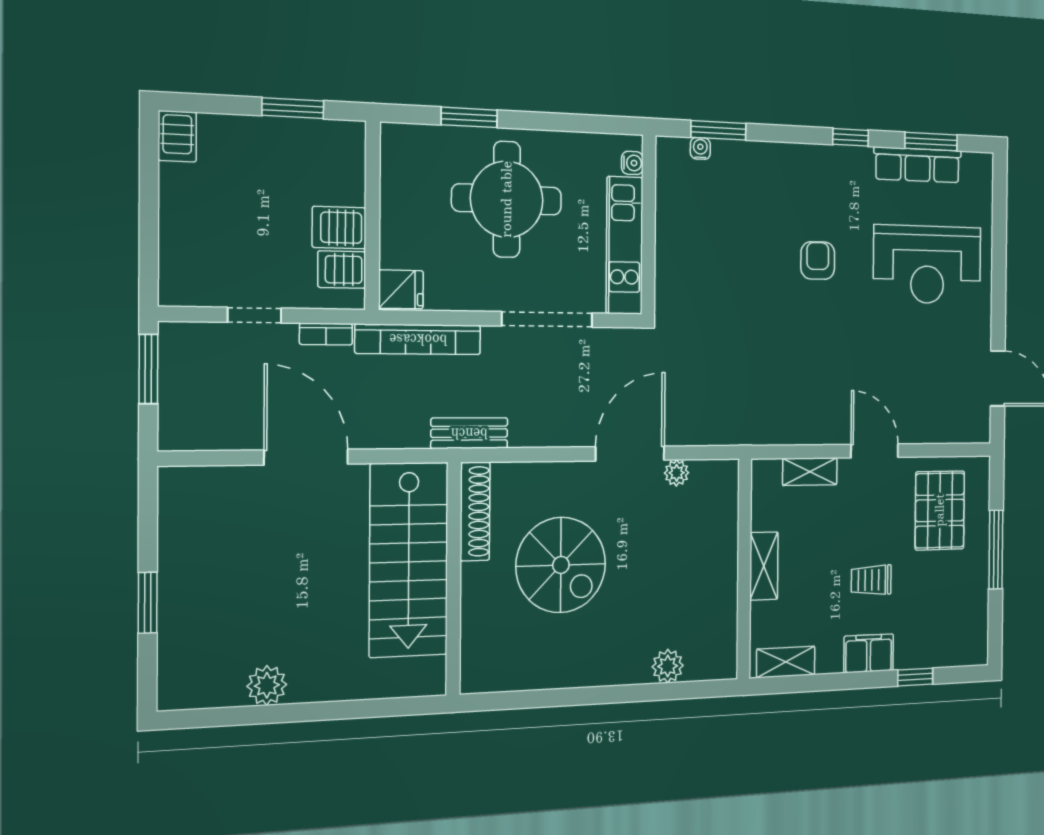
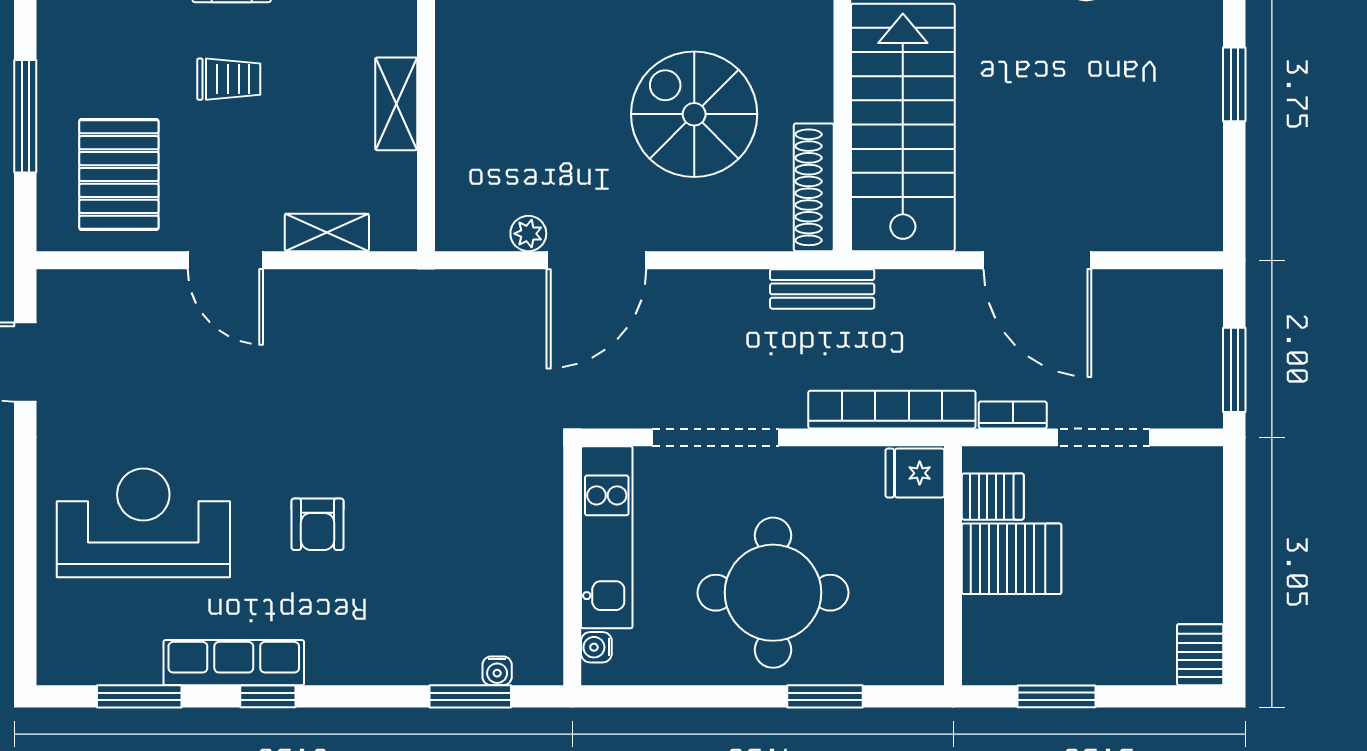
row of seats: (918, 165) -> (234, 663), moved
server rack: (339, 228) -> (1012, 559), width x1.36, depth x1.44
doorway: (254, 315) -> (1104, 437), width x1.38

